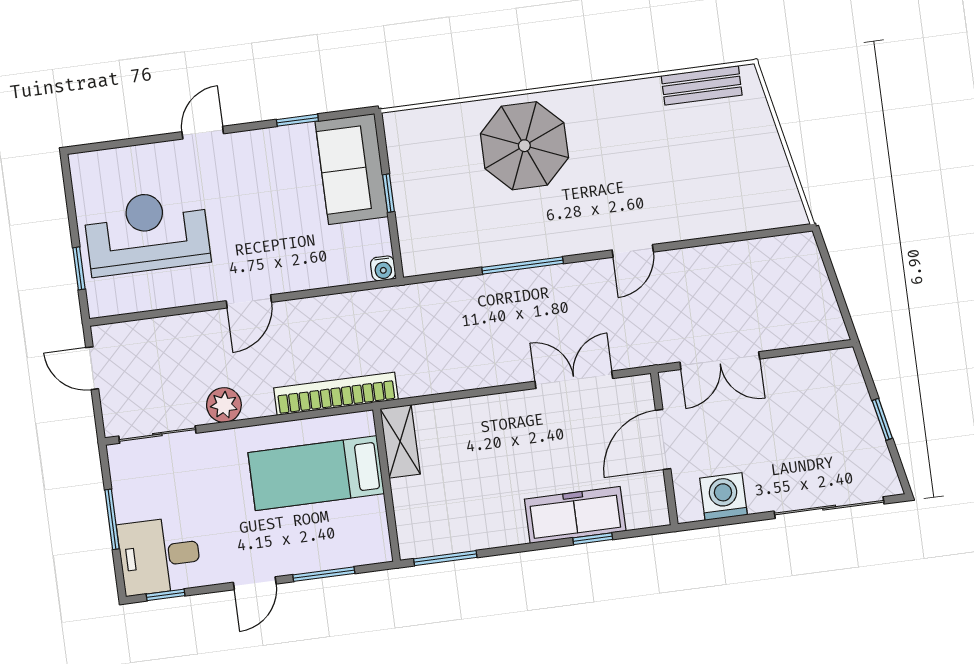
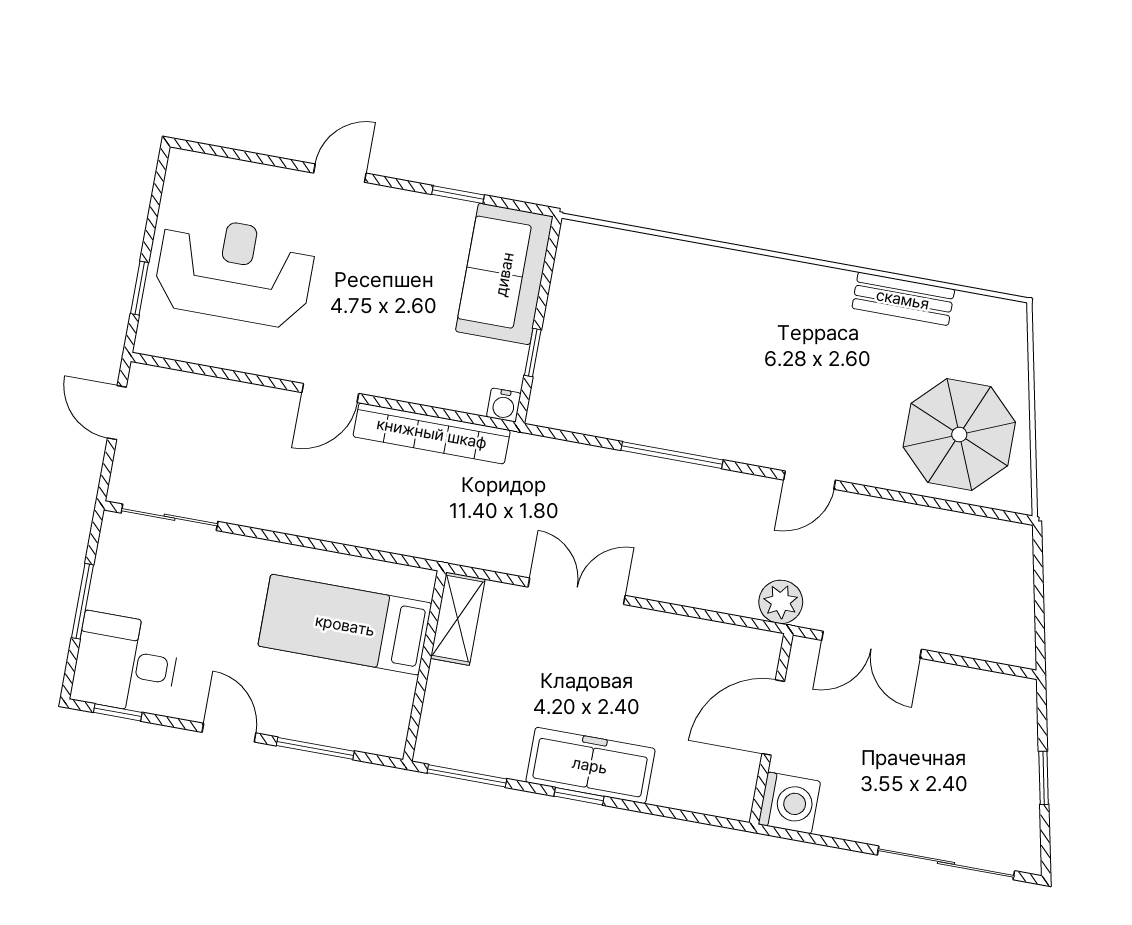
bench: (702, 85) -> (903, 299), moved
parasol: (524, 146) -> (959, 435), moved
window: (389, 193) -> (533, 353), moved
double door: (574, 380) -> (577, 591), moved
bookcase: (336, 394) -> (432, 433), moved, turned 180
plant: (224, 405) -> (781, 602), moved
washing machine: (724, 497) -> (789, 803), moved, turned 90
freezer: (575, 515) -> (590, 765), moved
window: (593, 539) -> (579, 796), moved
door: (255, 583) -> (229, 733), swing flipped

